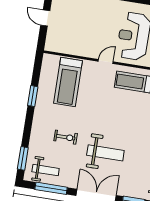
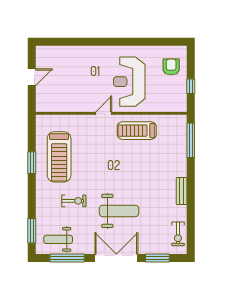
door: (45, 18) -> (32, 77), swing flipped
treadmill: (68, 82) -> (59, 157), moved
weight bench: (46, 170) -> (58, 239), turned 180

